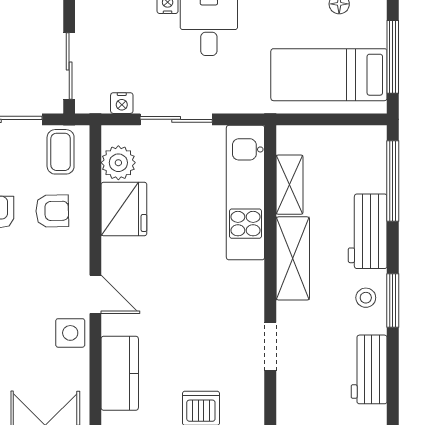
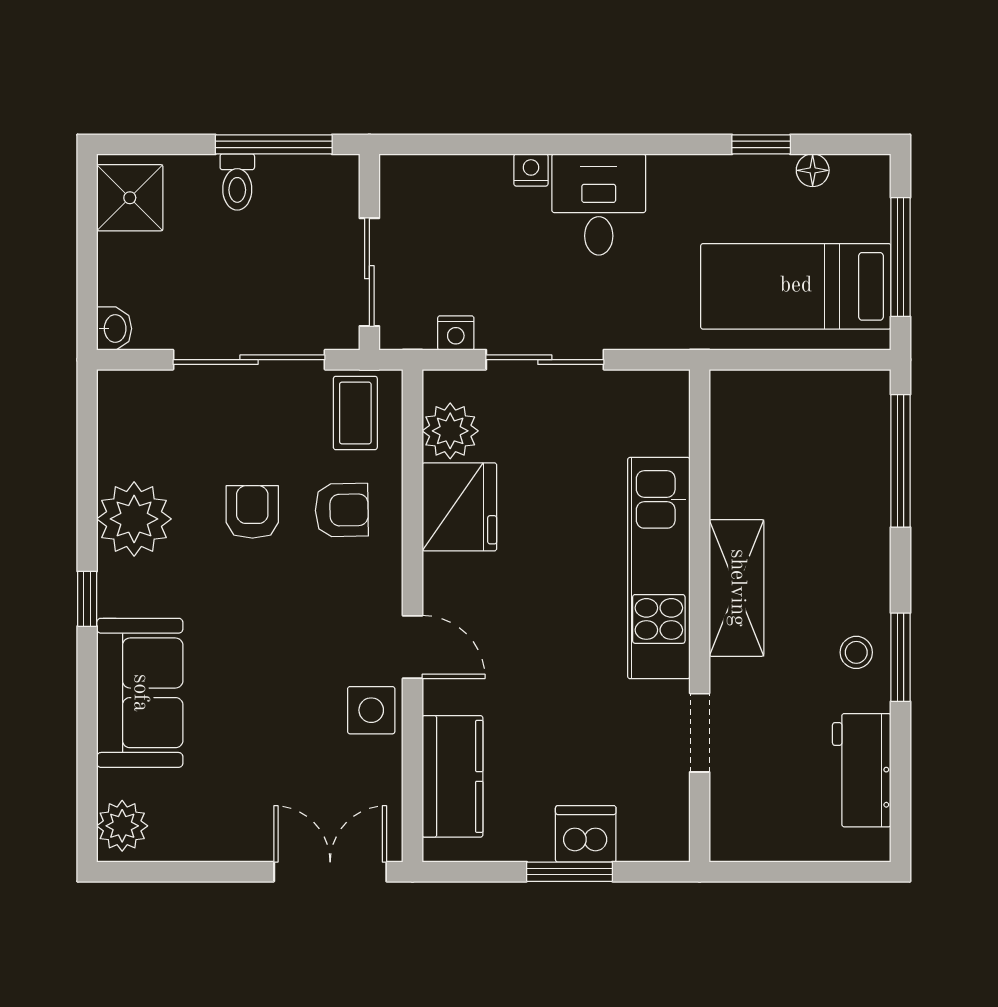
shelving: (290, 185) -> (731, 467), removed
kitchen unit: (245, 193) -> (659, 568), moved
workbench: (368, 231) -> (859, 544), removed

